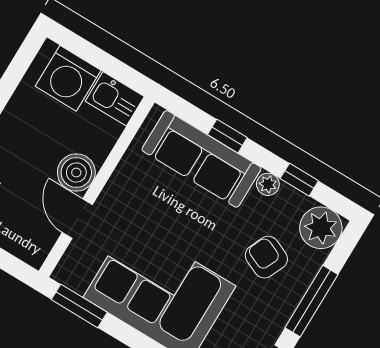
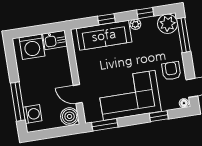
boiler: (76, 173) -> (70, 116), moved
armchair: (266, 257) -> (171, 71), moved, turned 66
window: (312, 301) -> (184, 35), moved

